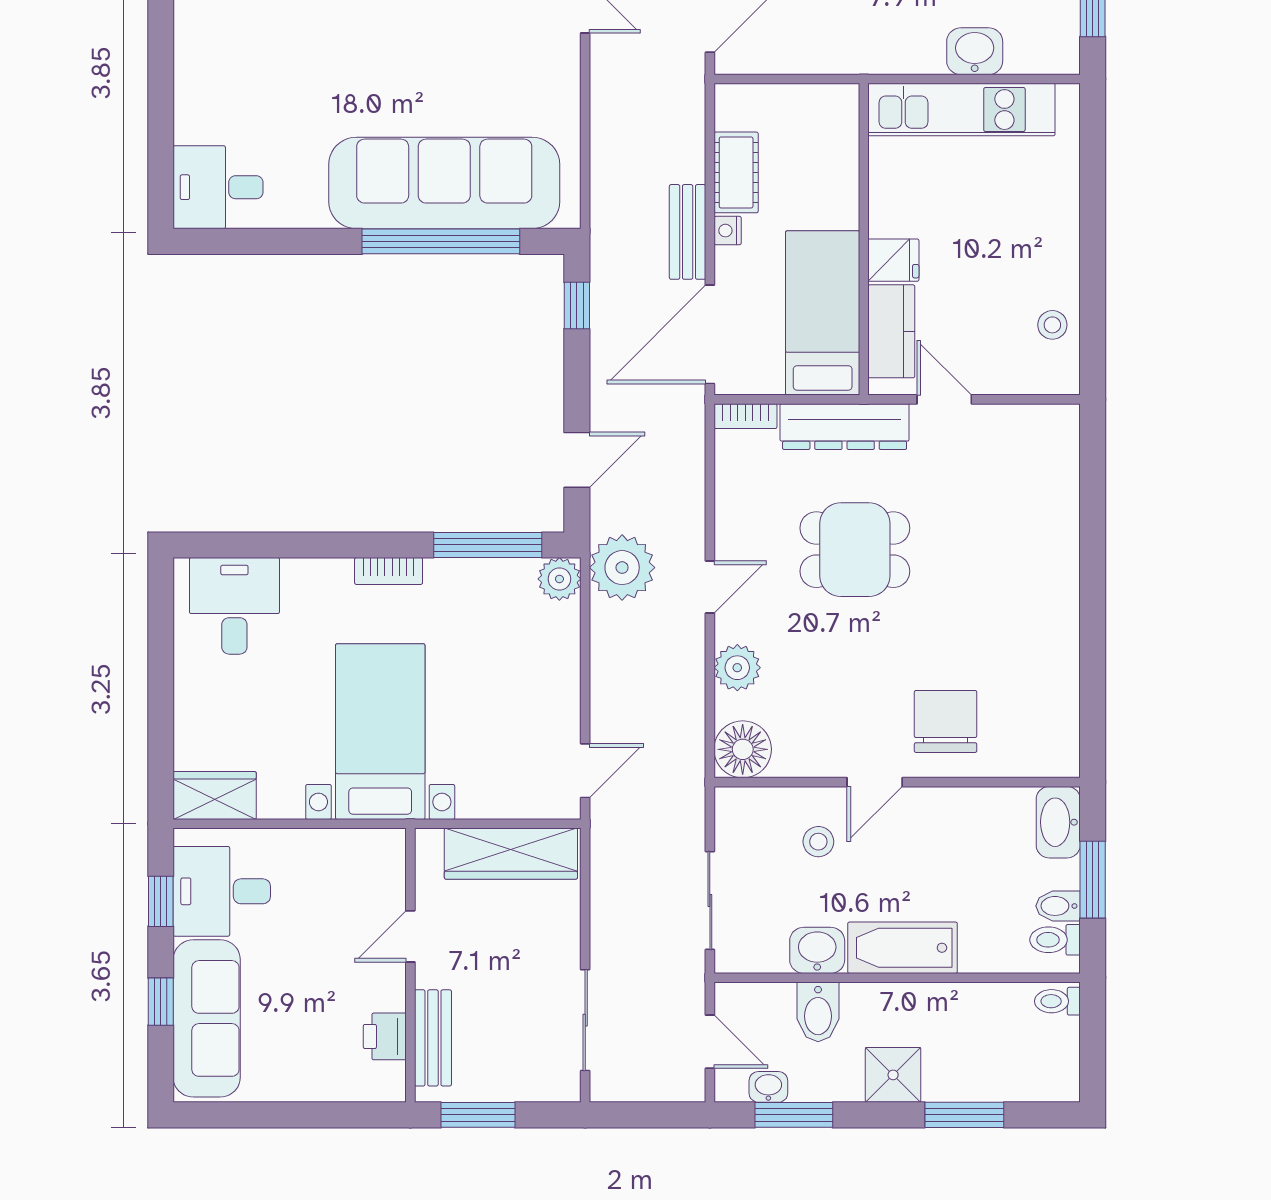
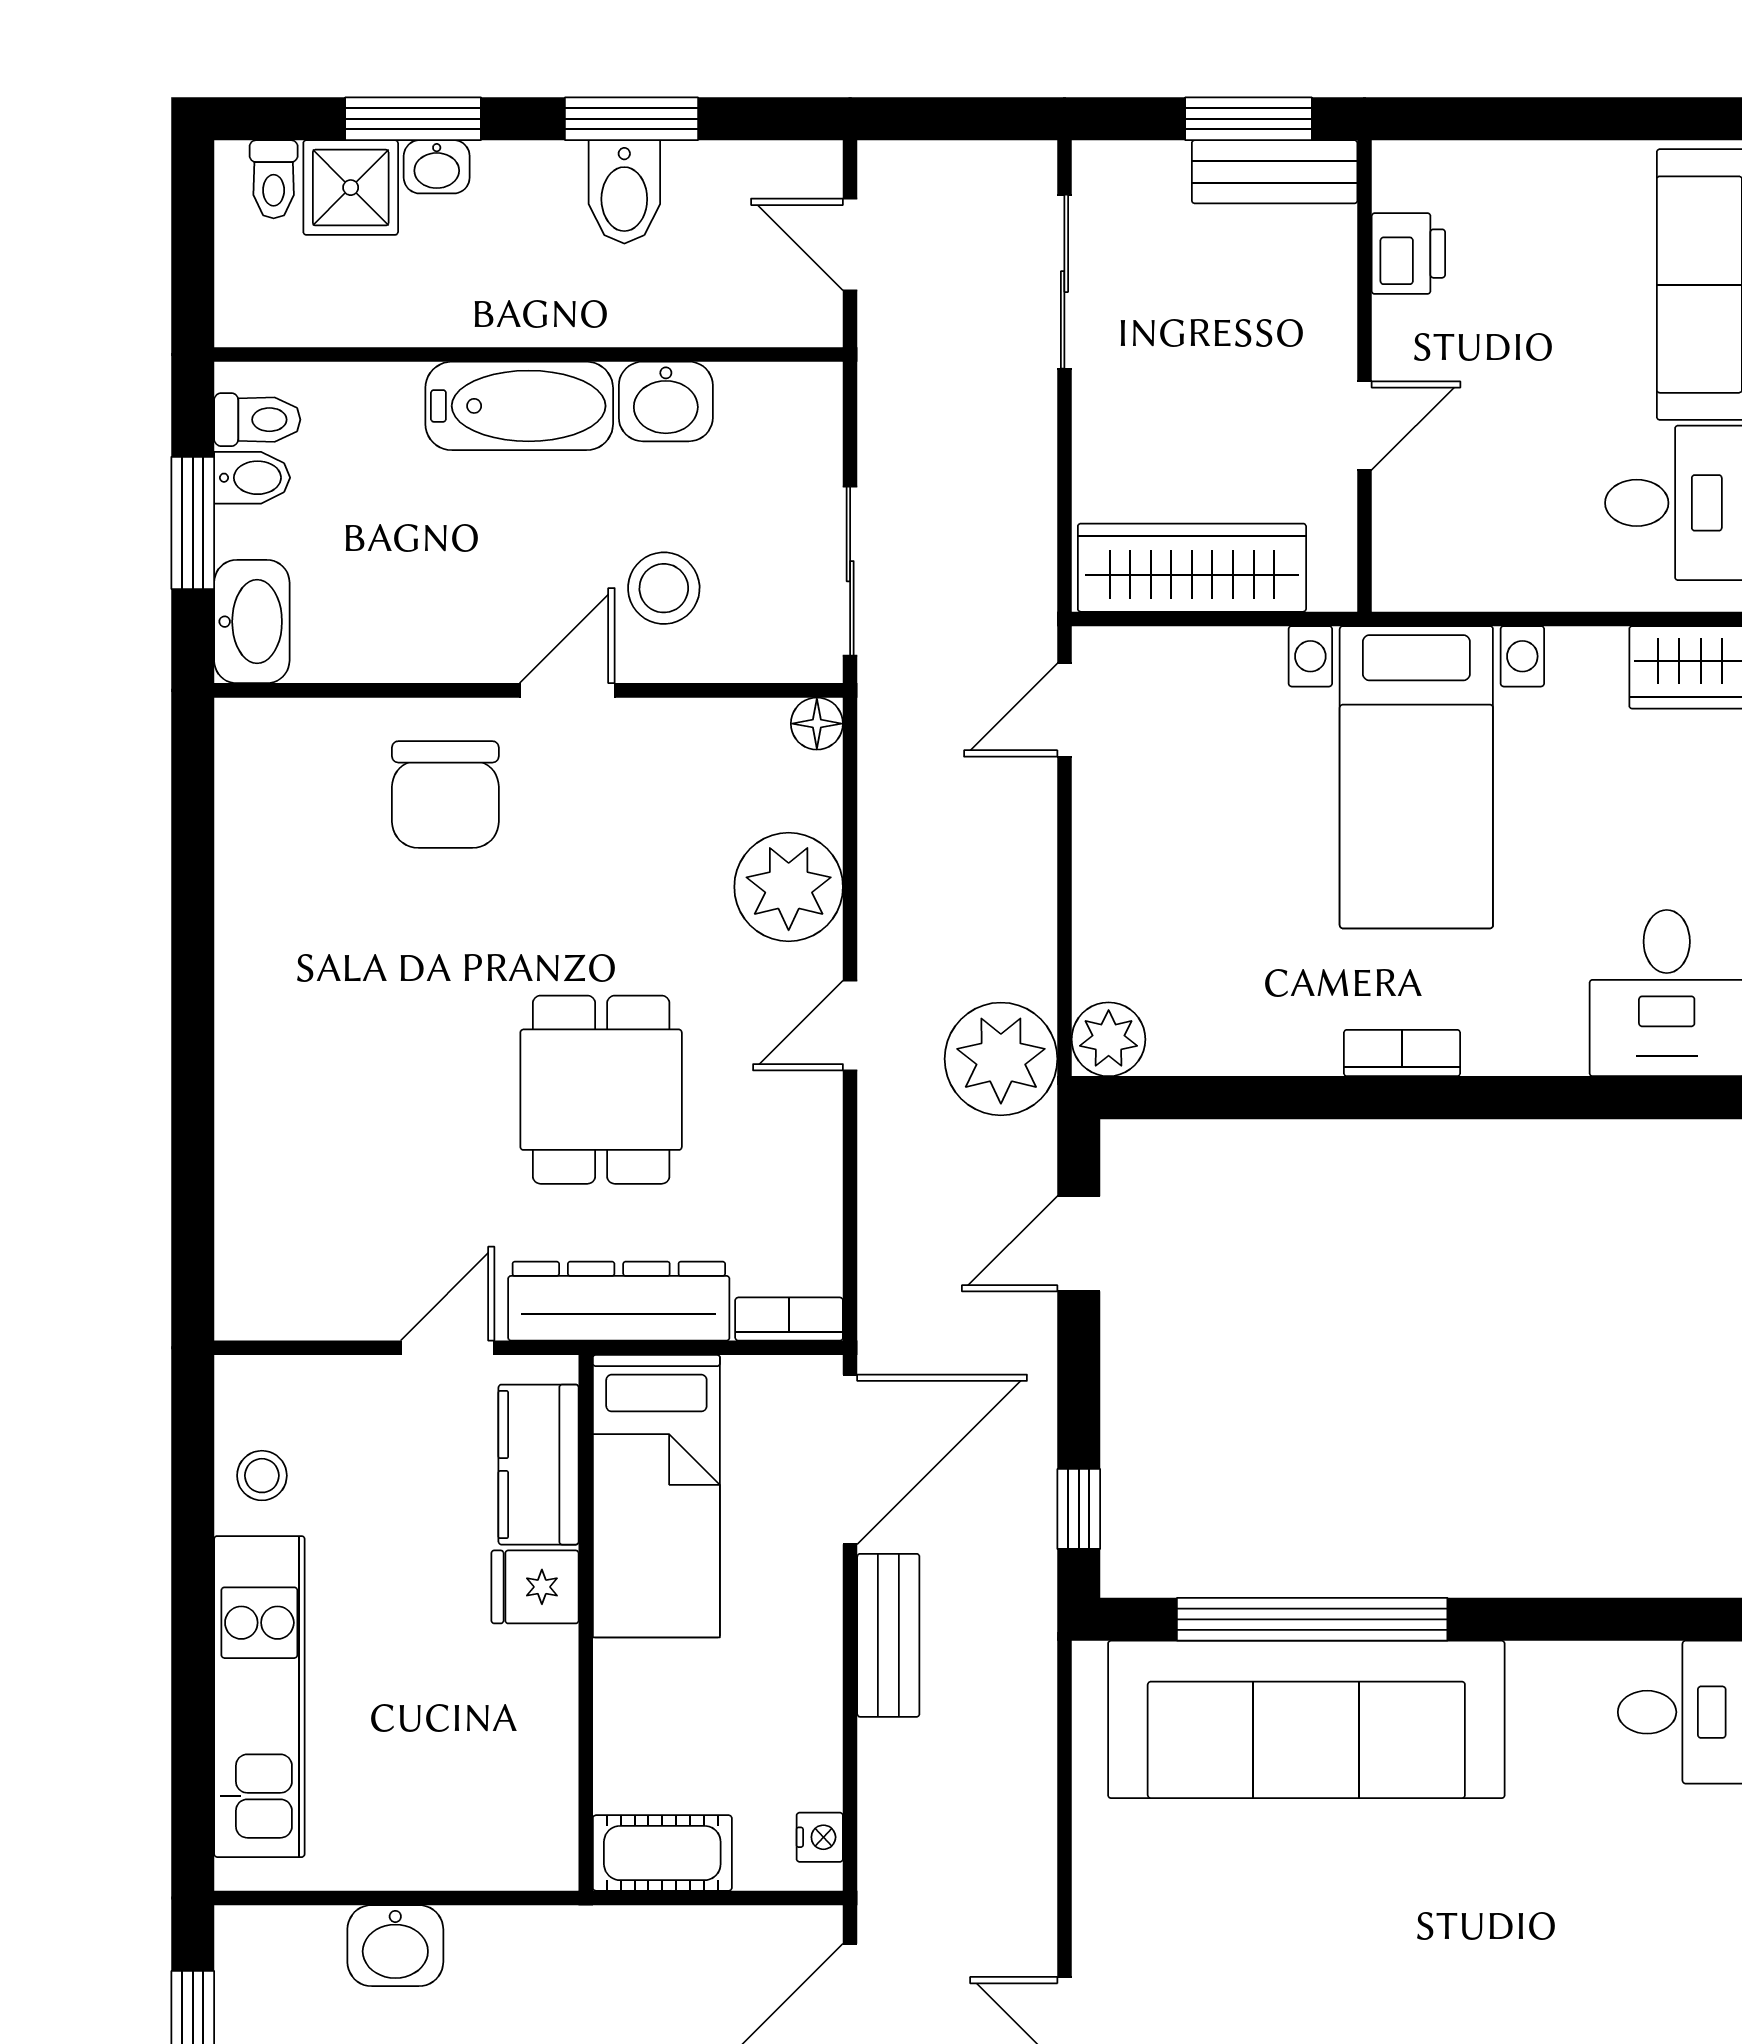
kitchen unit: (961, 110) -> (259, 1697), moved, turned 90
cot: (736, 172) -> (662, 1853), moved, turned 90
nightstand: (728, 231) -> (820, 1837), moved
door: (944, 399) -> (448, 1348), swing flipped
window: (488, 545) -> (1232, 1098), removed
dining table: (855, 550) -> (601, 1090), turned 90
plant: (737, 668) -> (789, 887), width x1.36, depth x1.36
floor lamp: (743, 749) -> (817, 724), width x0.53, depth x0.53
stool: (818, 842) -> (664, 588), width x1.37, depth x1.37
sliding door: (710, 900) -> (850, 571), moved
toilet: (1057, 1001) -> (274, 179), moved, turned 90
bidet: (818, 1012) -> (624, 192), moved, turned 180
bench: (433, 1038) -> (1275, 172), moved, turned 90
shower: (893, 1075) -> (351, 188), moved
washbasin: (768, 1087) -> (437, 167), moved
window: (794, 1115) -> (632, 119), moved

